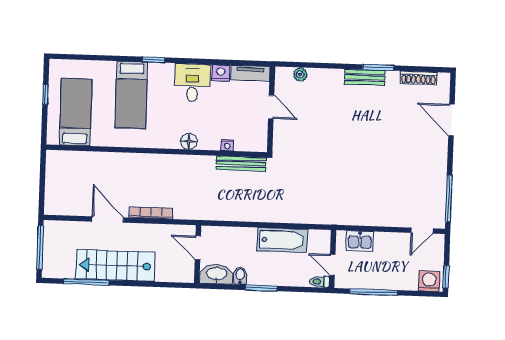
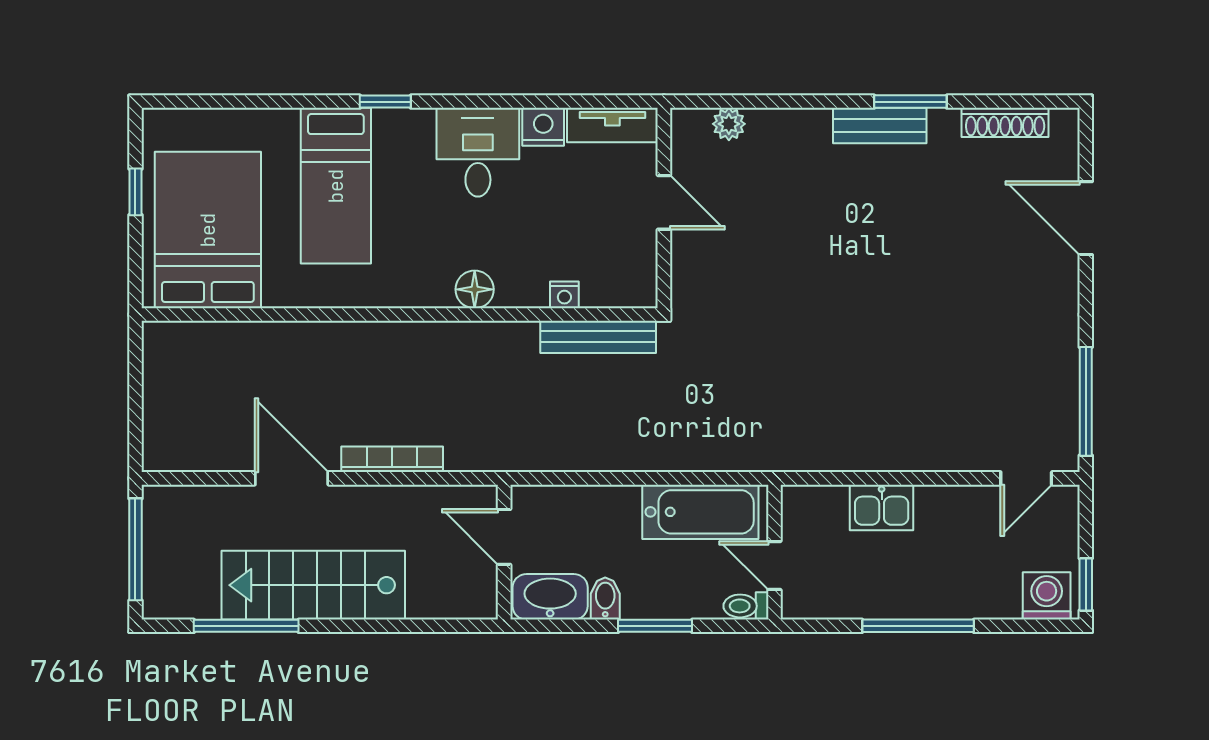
bed: (76, 112) -> (208, 230), width x1.50
wall: (333, 259) -> (774, 552), moved
door: (332, 265) -> (774, 566), moved
toilet: (320, 282) -> (746, 606), moved

